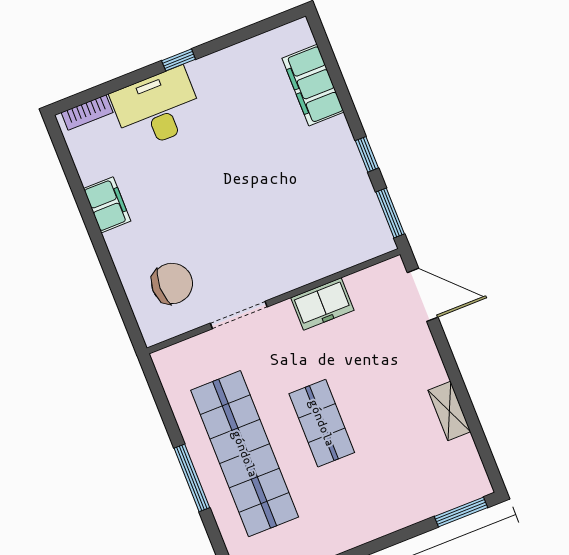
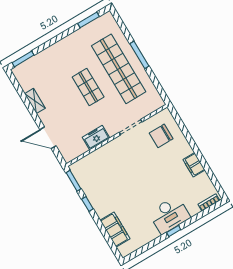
desk: (157, 109) -> (169, 215), moved
door: (423, 295) -> (48, 138), moved

